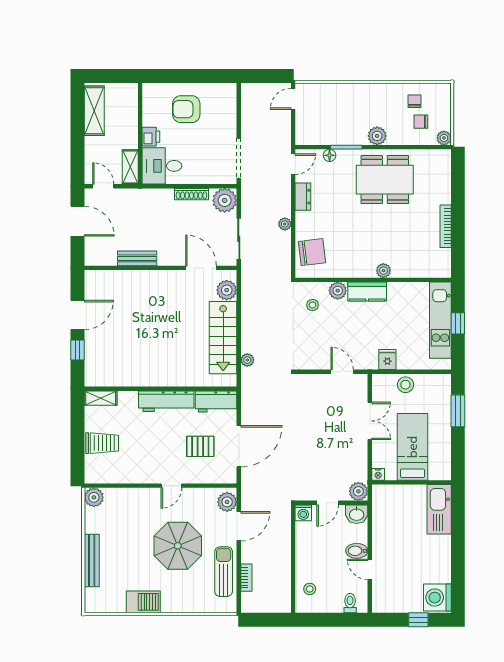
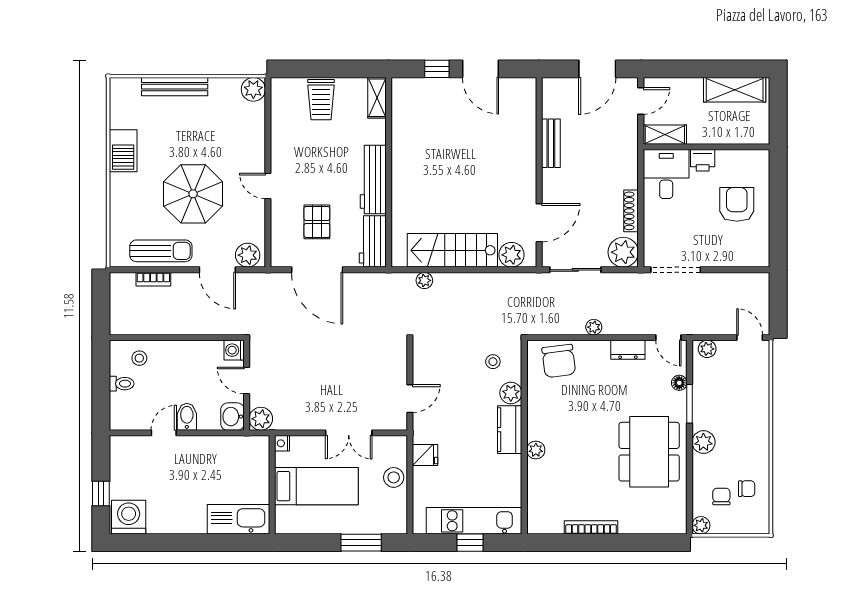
plant: (302, 133) -> (707, 349), added
toilet: (350, 603) -> (122, 384), moved

